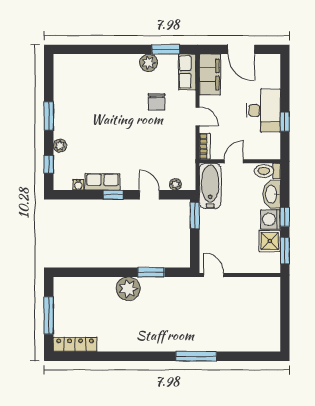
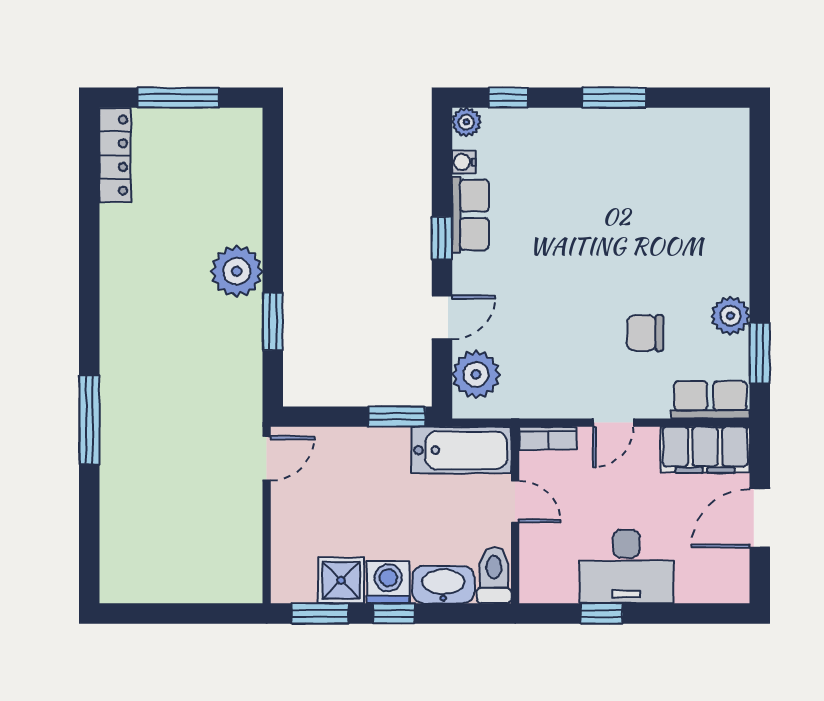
plant: (60, 146) -> (466, 122), moved
plant: (175, 184) -> (476, 374), width x1.88, depth x1.88

